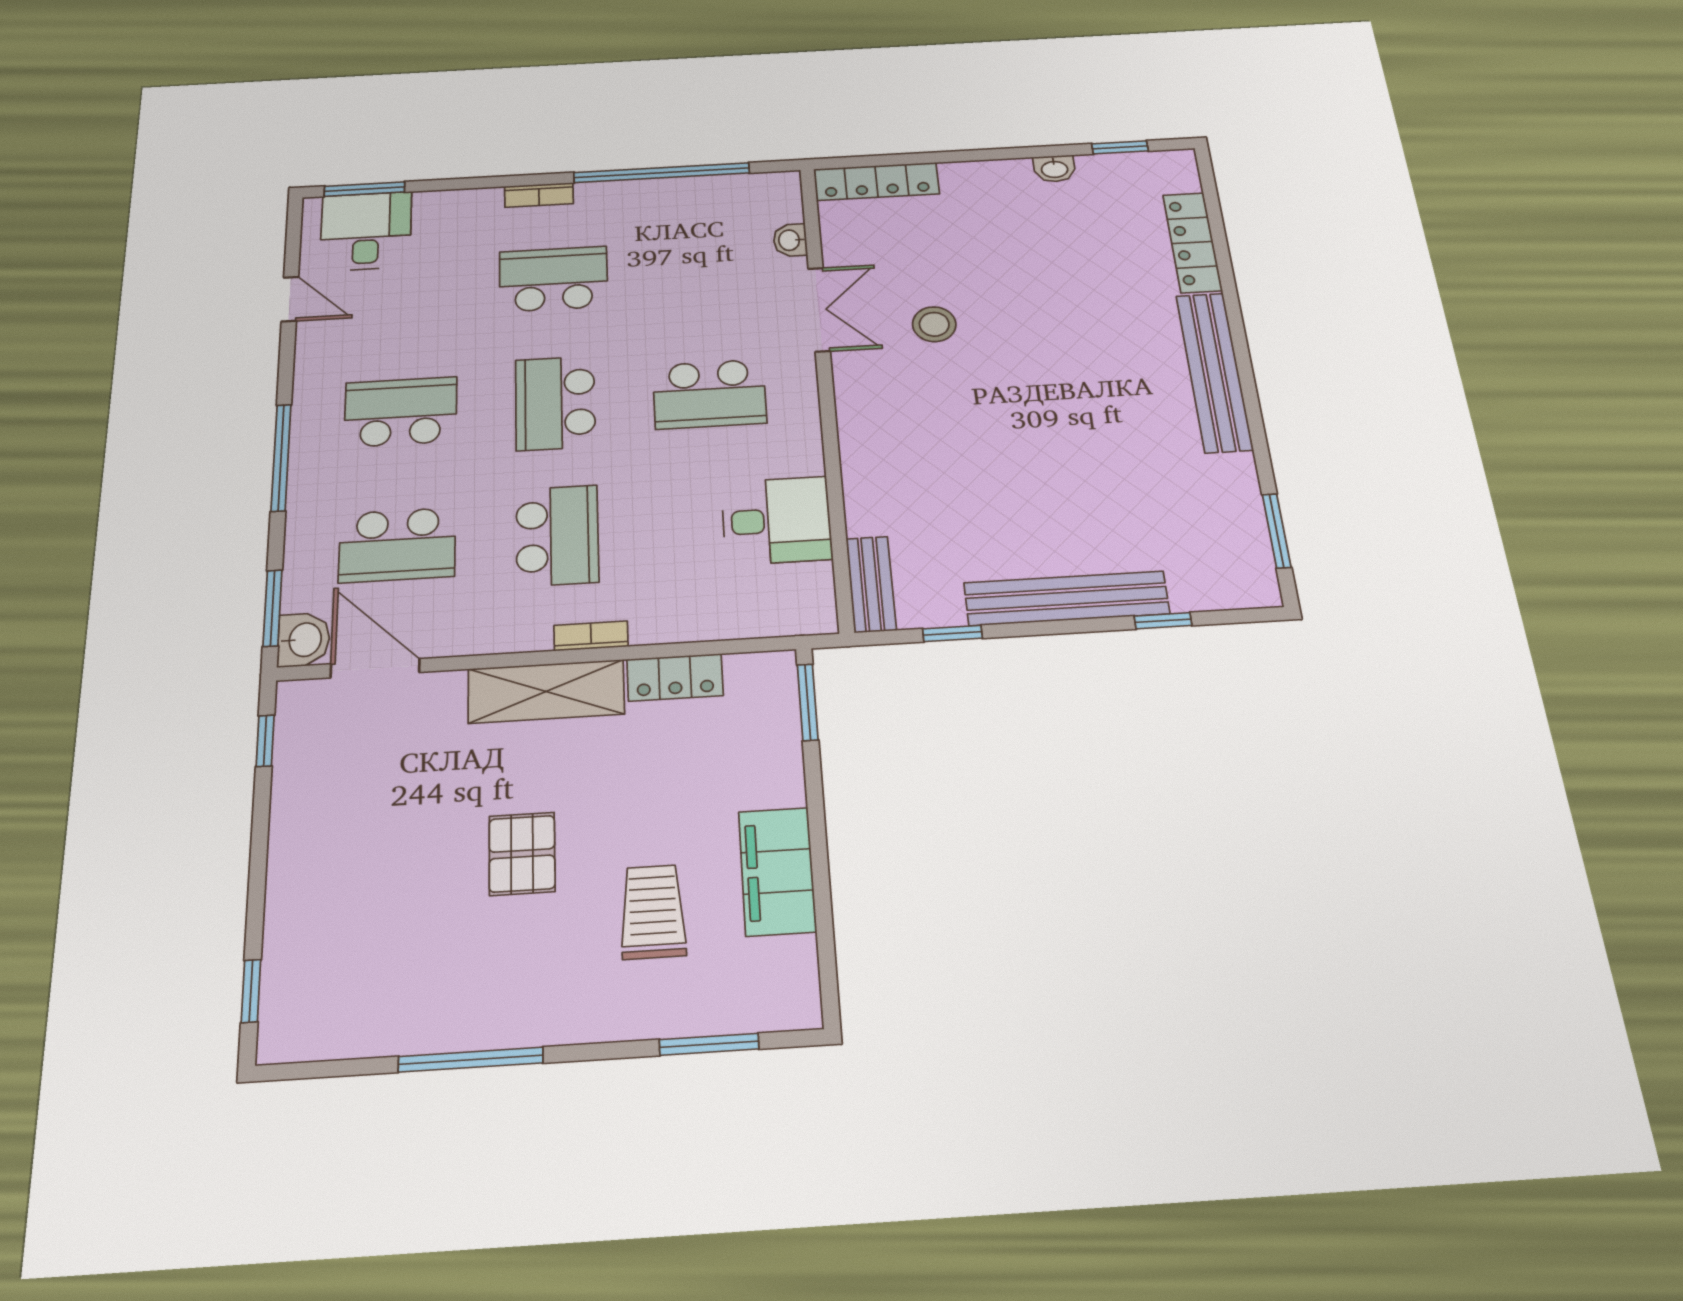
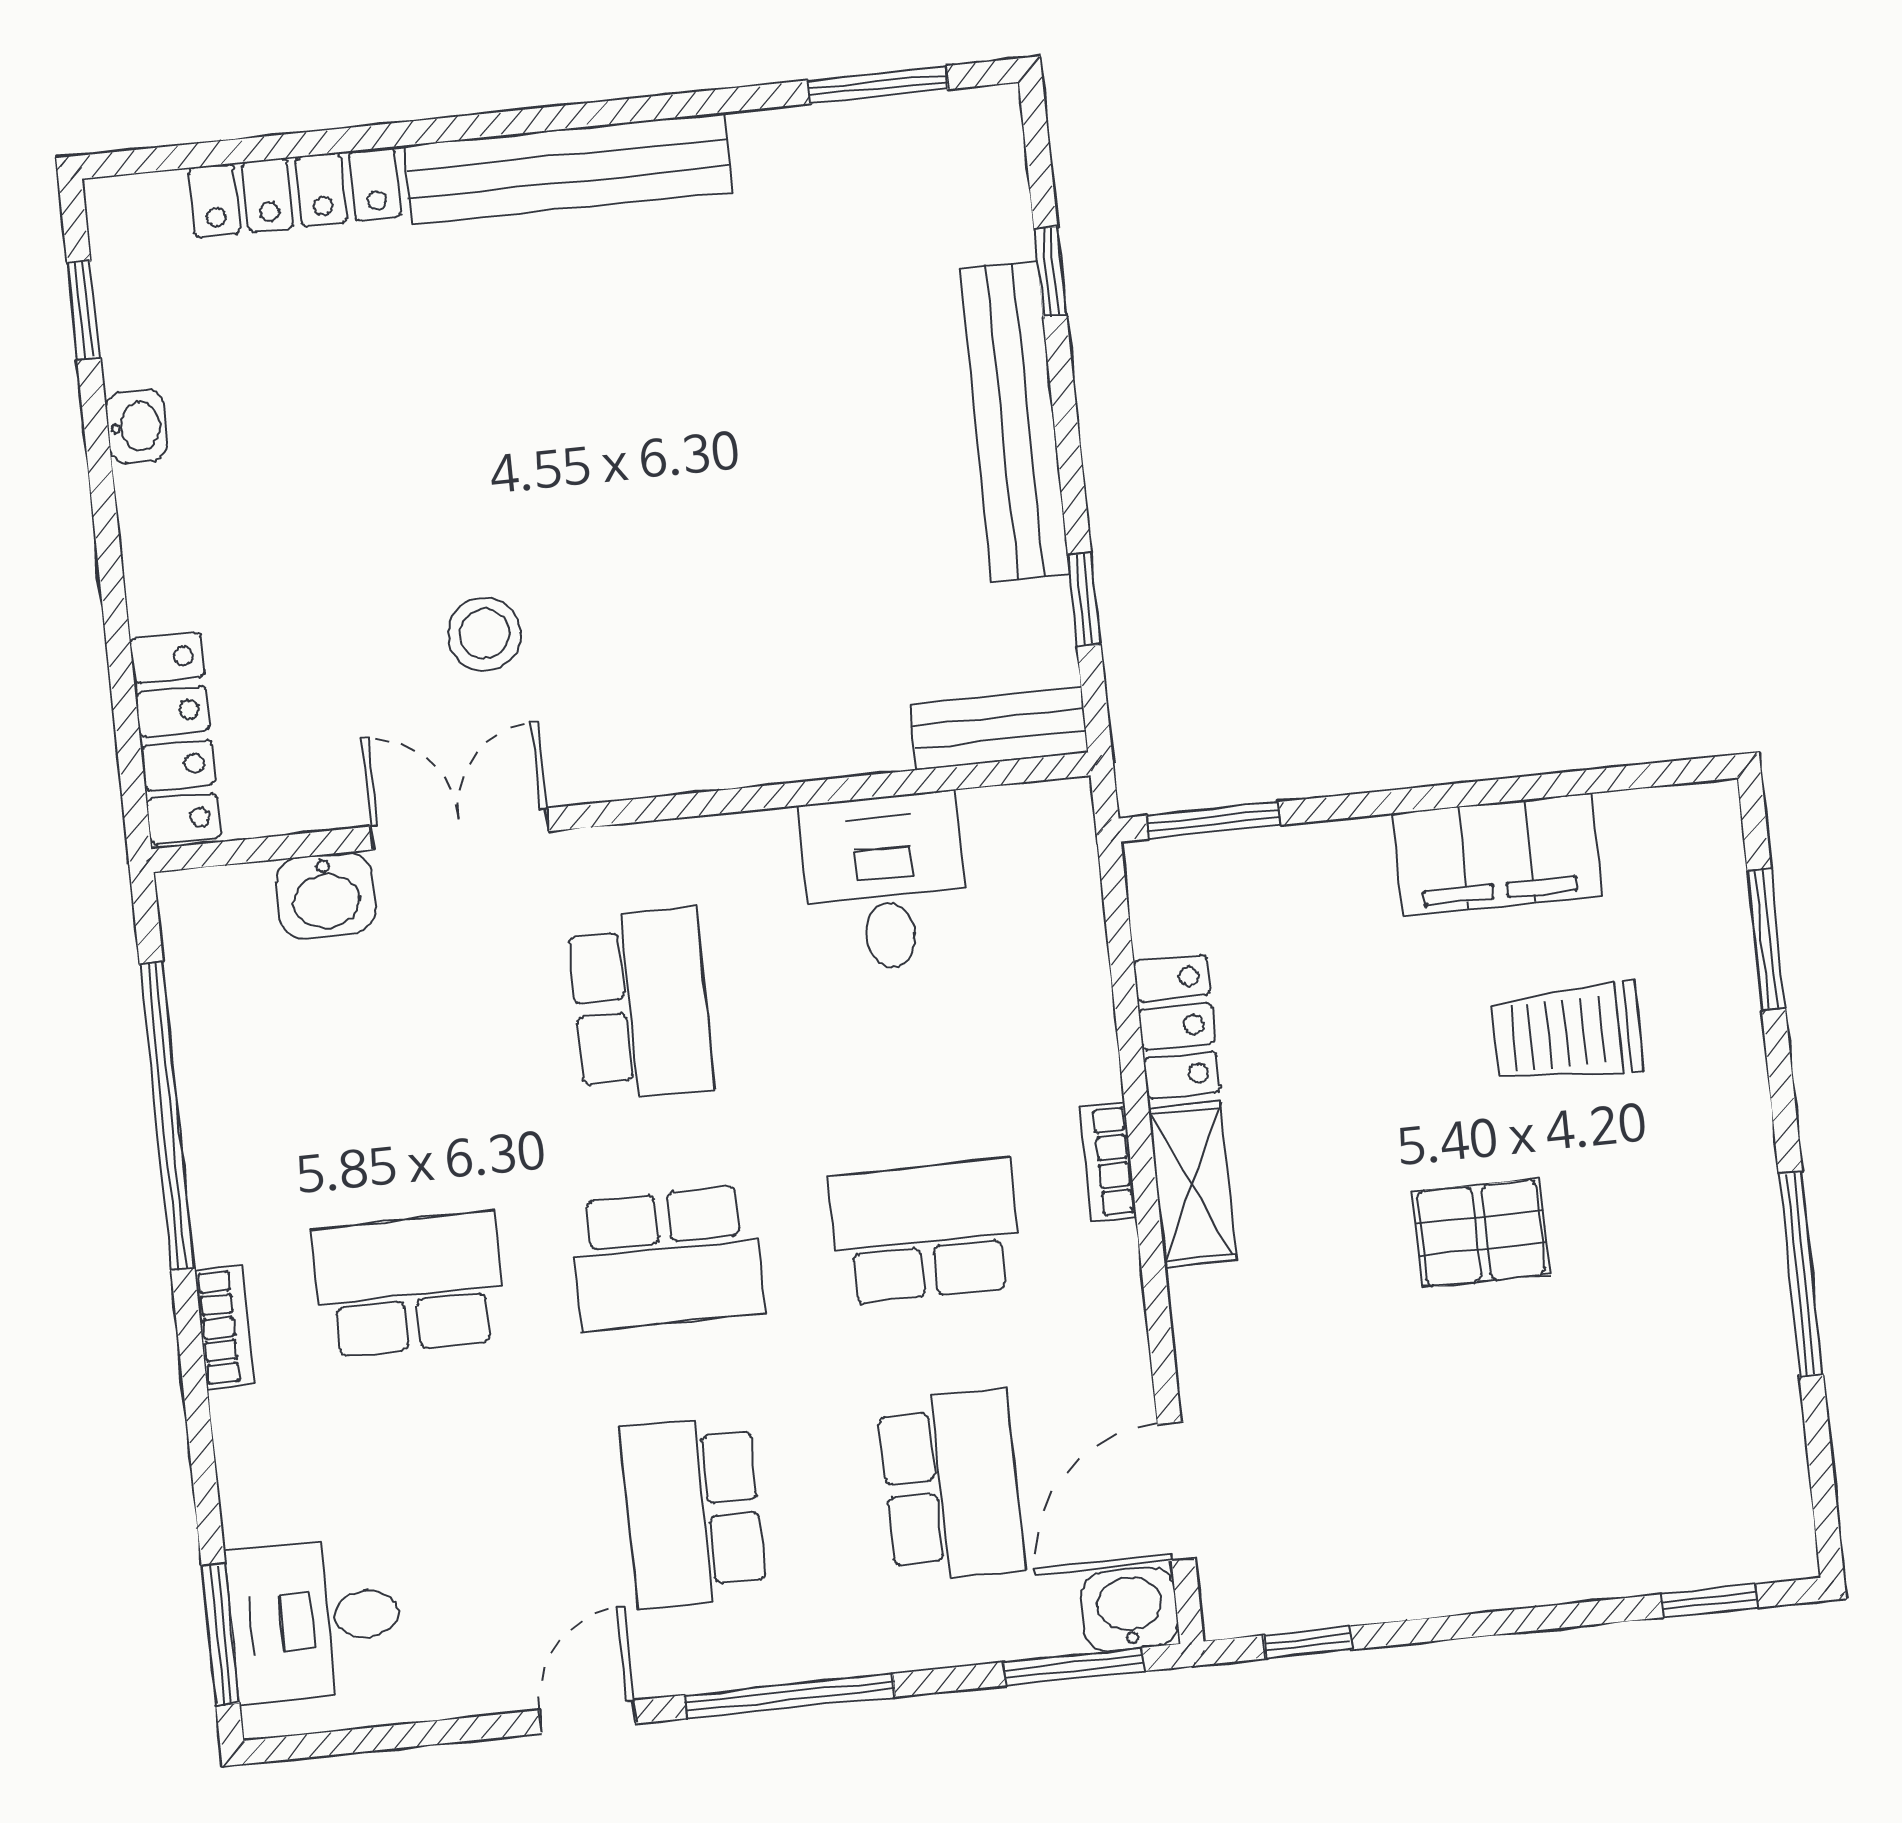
washbasin: (790, 240) -> (326, 895), width x1.38, depth x1.45
school desk: (553, 279) -> (409, 1285), turned 90
door: (290, 299) -> (588, 1717), moved
shelving: (546, 691) -> (1192, 1184), width x0.67, depth x0.75

